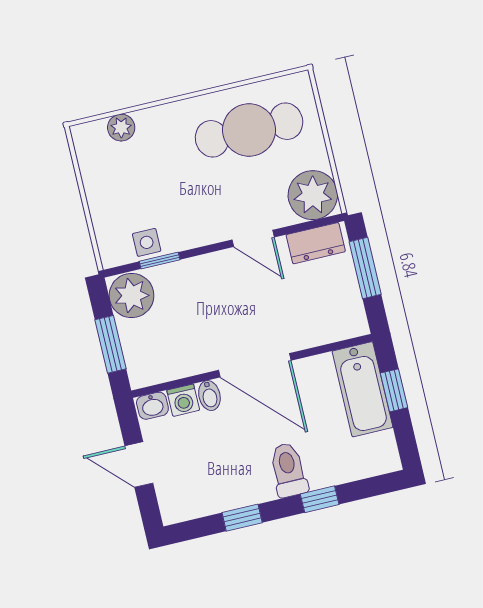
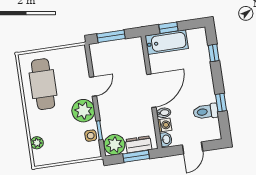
plant: (313, 195) -> (83, 111), moved
dresser: (316, 243) -> (139, 144), moved, turned -90
toilet: (288, 470) -> (206, 112), moved
window: (320, 499) -> (214, 53), moved

